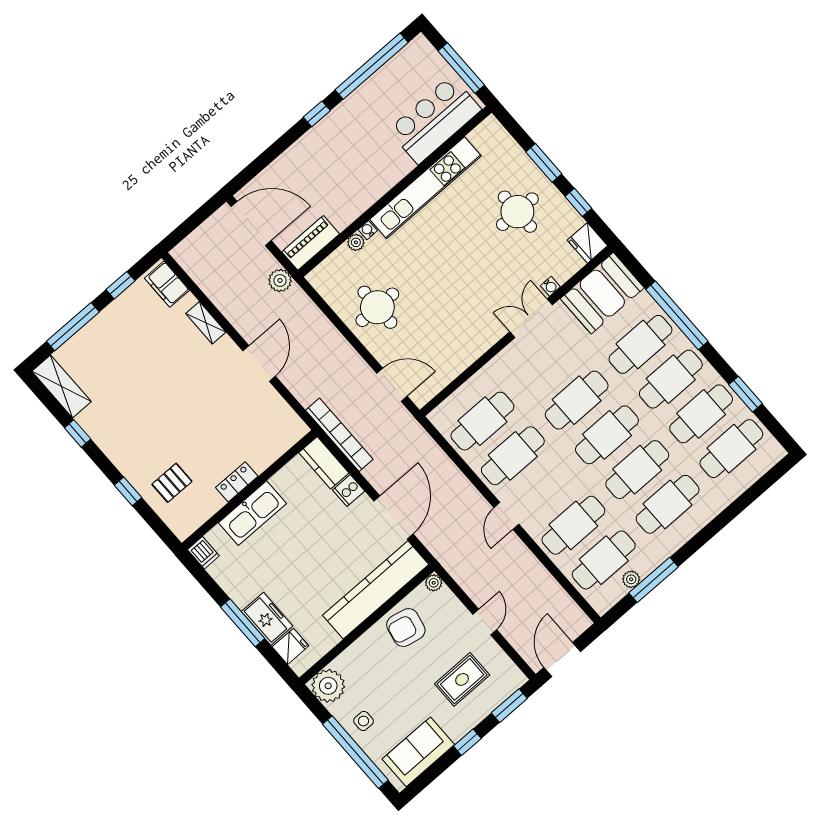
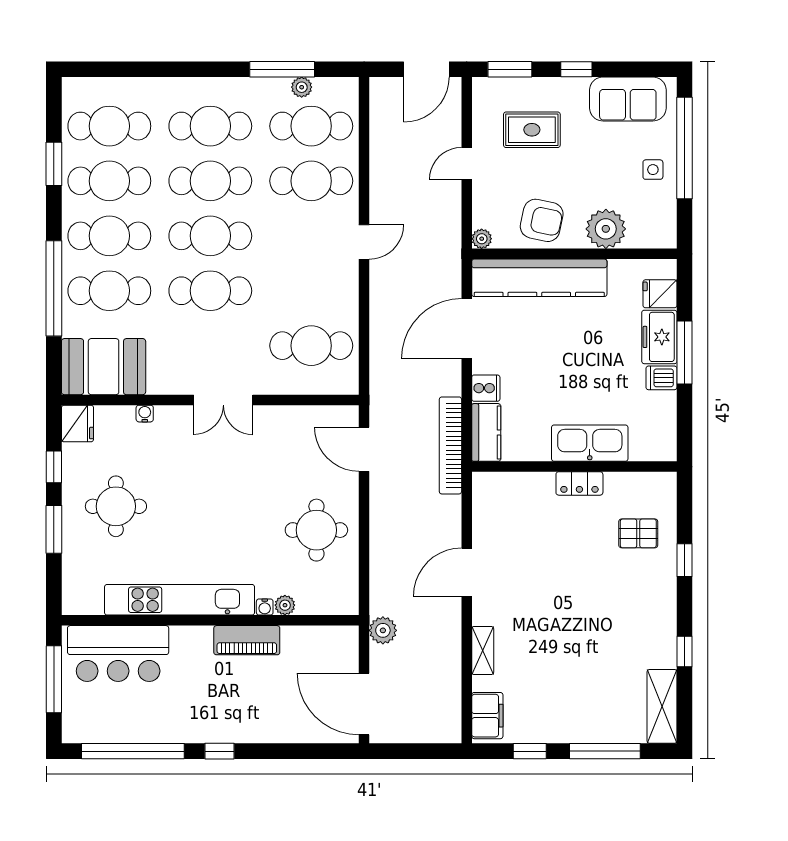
piano: (311, 243) -> (247, 640), moved
double door: (531, 318) -> (223, 400), moved
cafe table: (513, 456) -> (311, 291), removed
dishwasher: (203, 553) -> (661, 378), moved, turned -90
plant: (328, 686) -> (606, 229), moved

